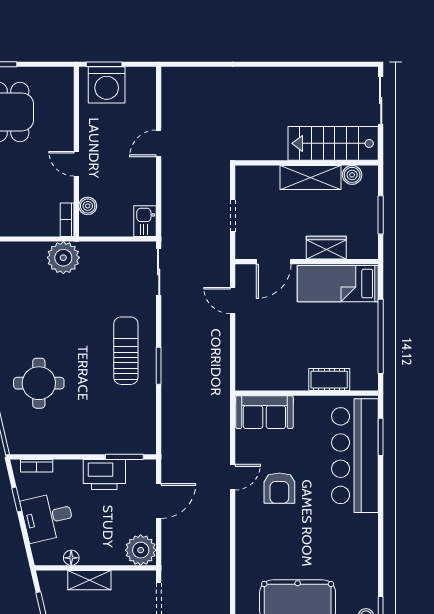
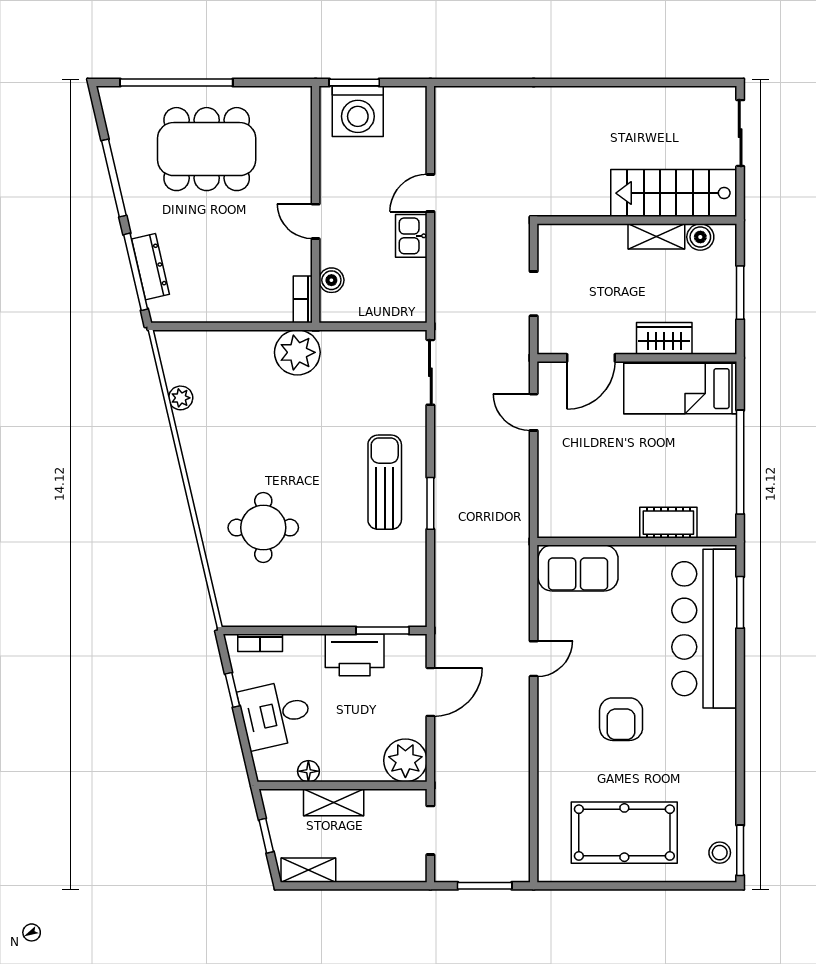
shelving: (310, 178) -> (656, 236), width x0.67, depth x0.75
kitchen sink: (145, 221) -> (411, 236), moved
armchair: (279, 488) -> (621, 719), moved

